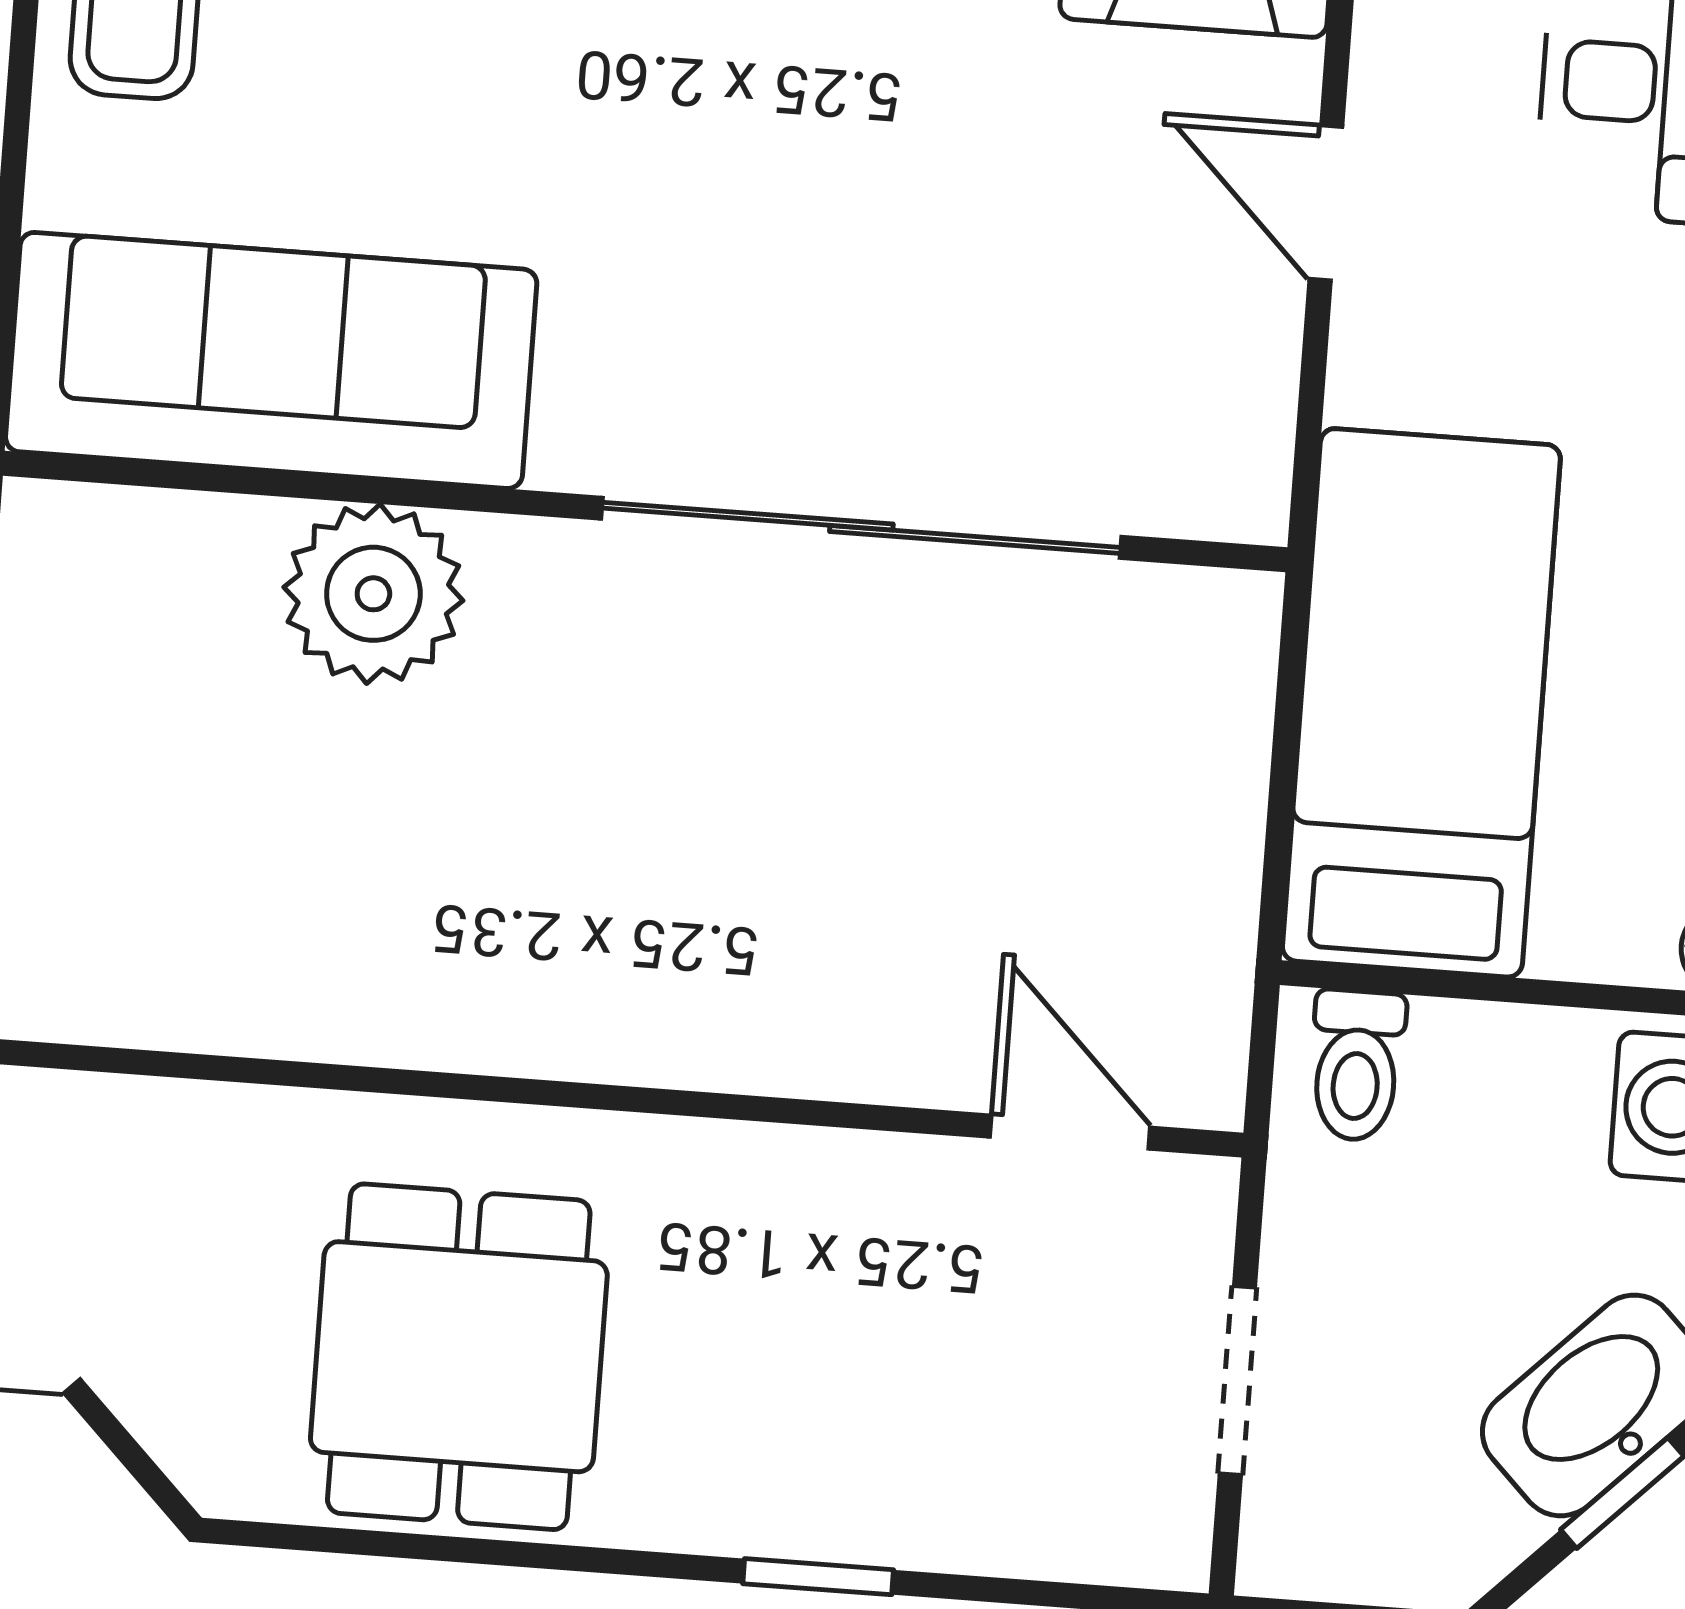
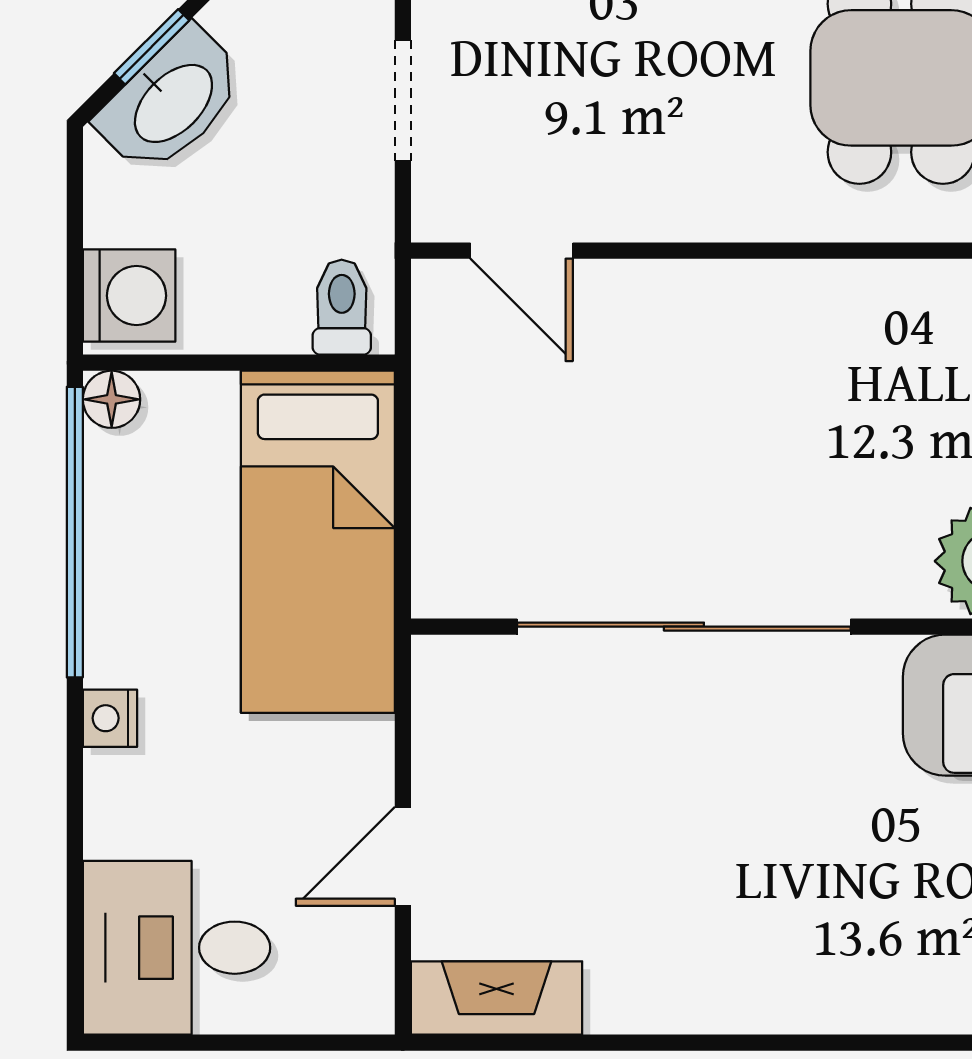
door: (1326, 203) -> (403, 856), swing flipped

